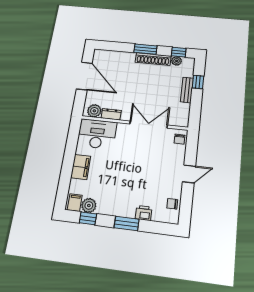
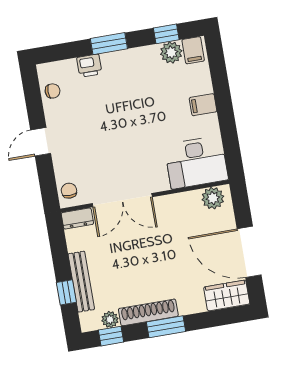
wardrobe: (105, 56) -> (227, 296), added
bench: (187, 90) -> (81, 282), width x1.36
dresser: (111, 114) -> (77, 219), moved
filing cabinet: (81, 167) -> (203, 105), width x0.50

